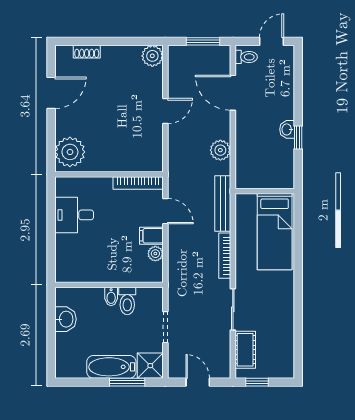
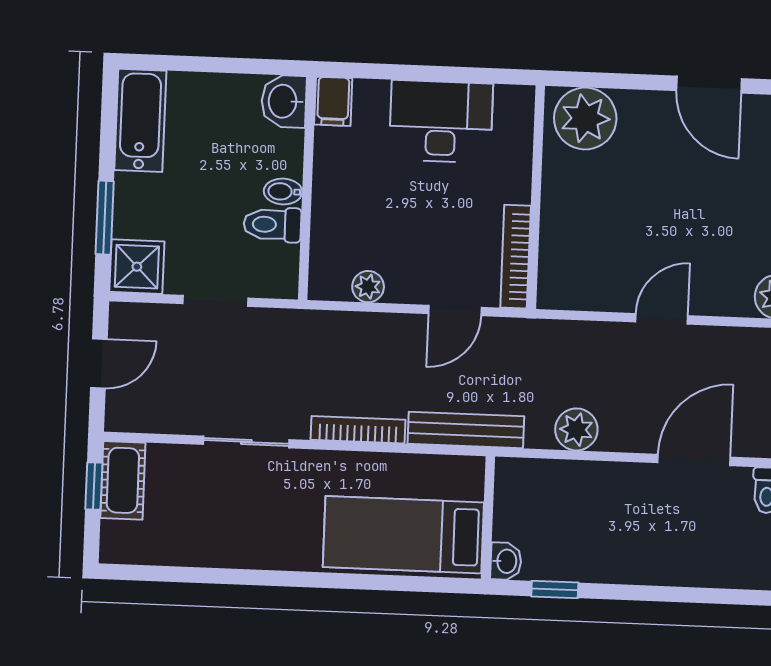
door: (165, 111) -> (662, 319), swing flipped
washbasin: (287, 129) -> (506, 561), moved, turned 90
window: (298, 138) -> (555, 590), moved
desk: (74, 215) -> (441, 121), width x1.37
filing cabinet: (151, 236) -> (333, 101), moved, turned 180
washbasin: (66, 319) -> (284, 101), moved, turned 90
cot: (245, 350) -> (123, 480), moved, turned 90
bathtub: (111, 367) -> (140, 120), moved

